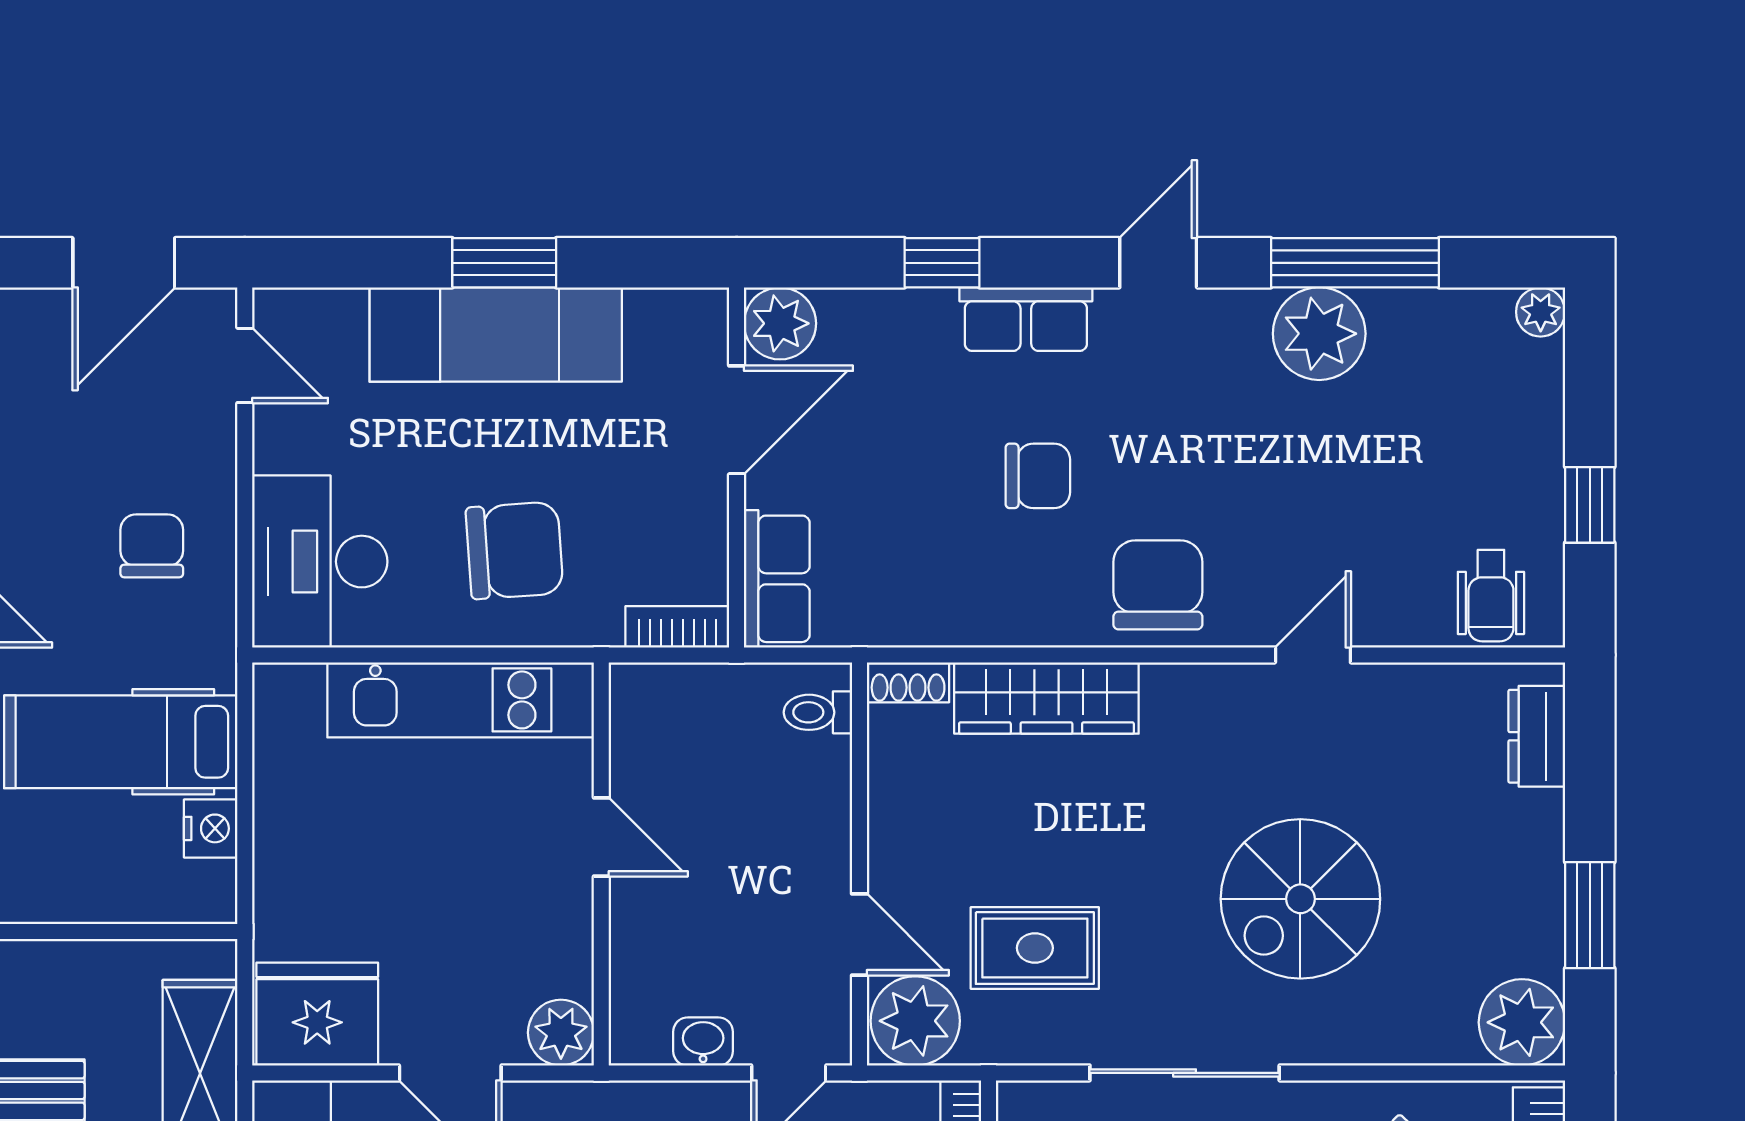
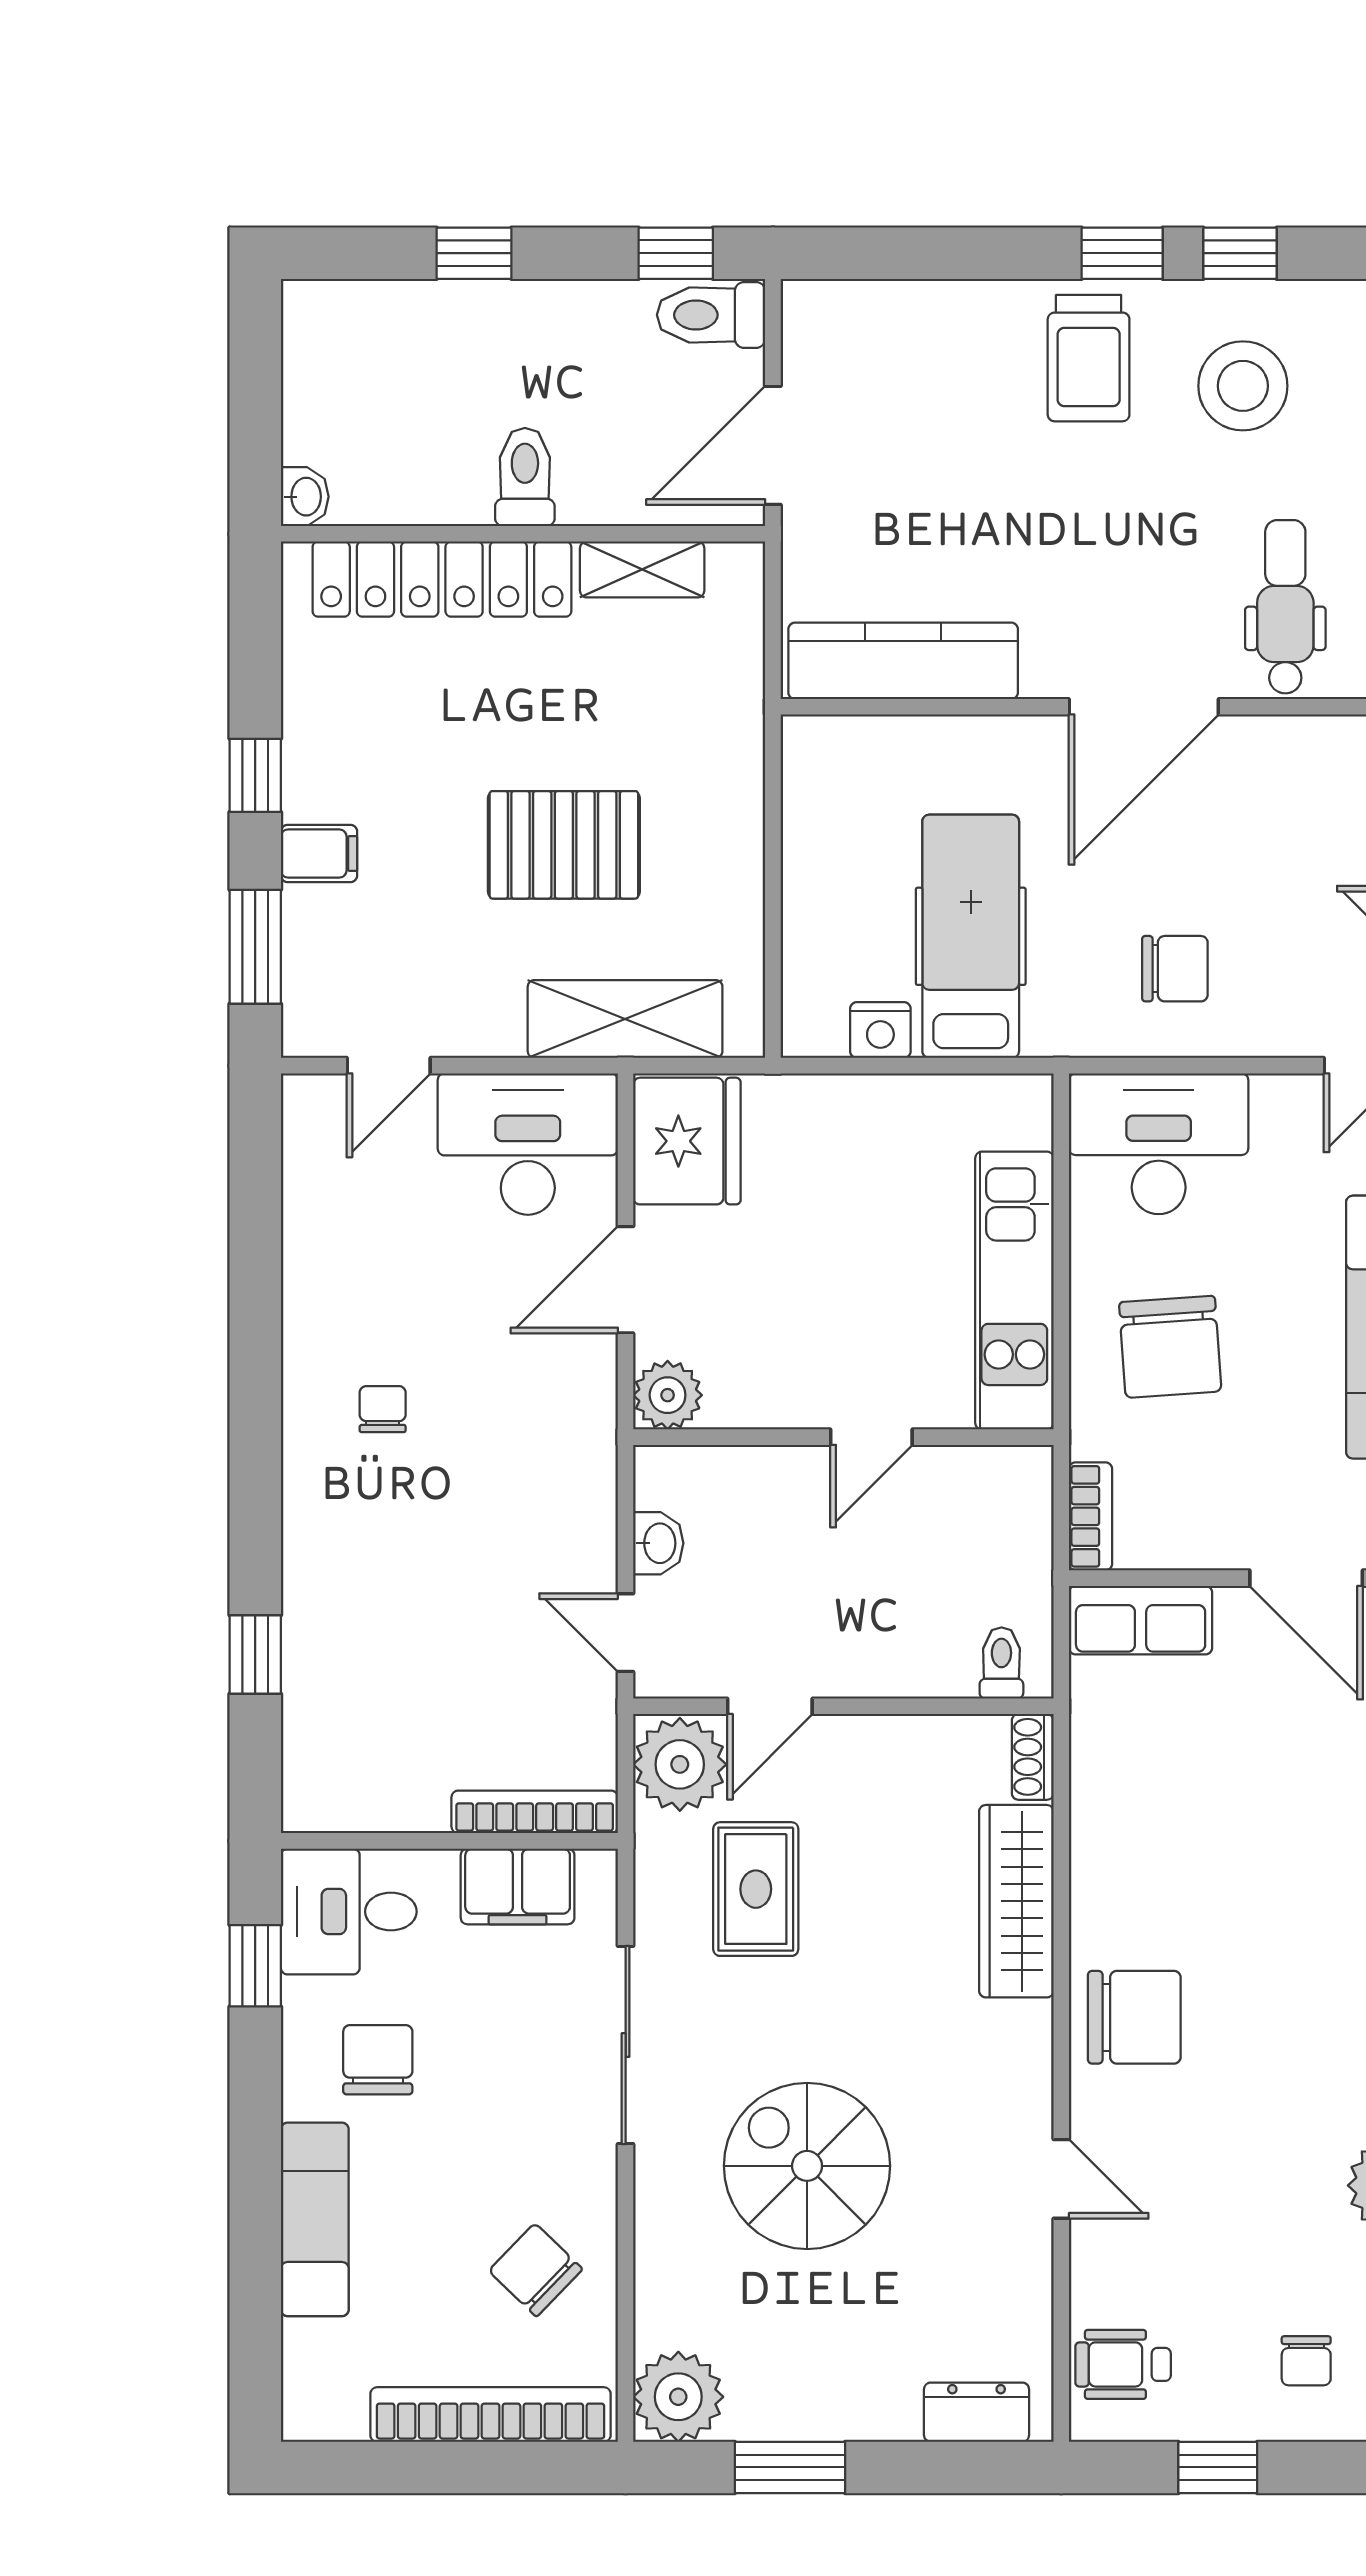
chair: (1038, 476) -> (1306, 2361), moved, width x0.73, depth x0.73

